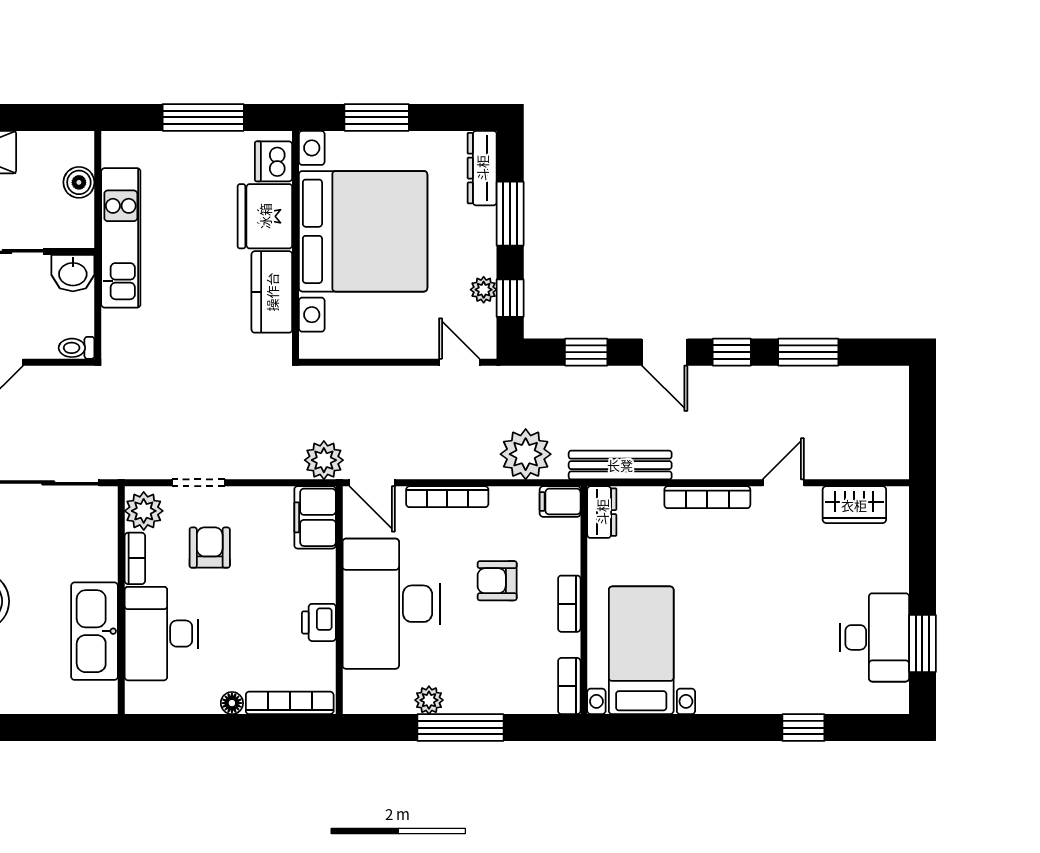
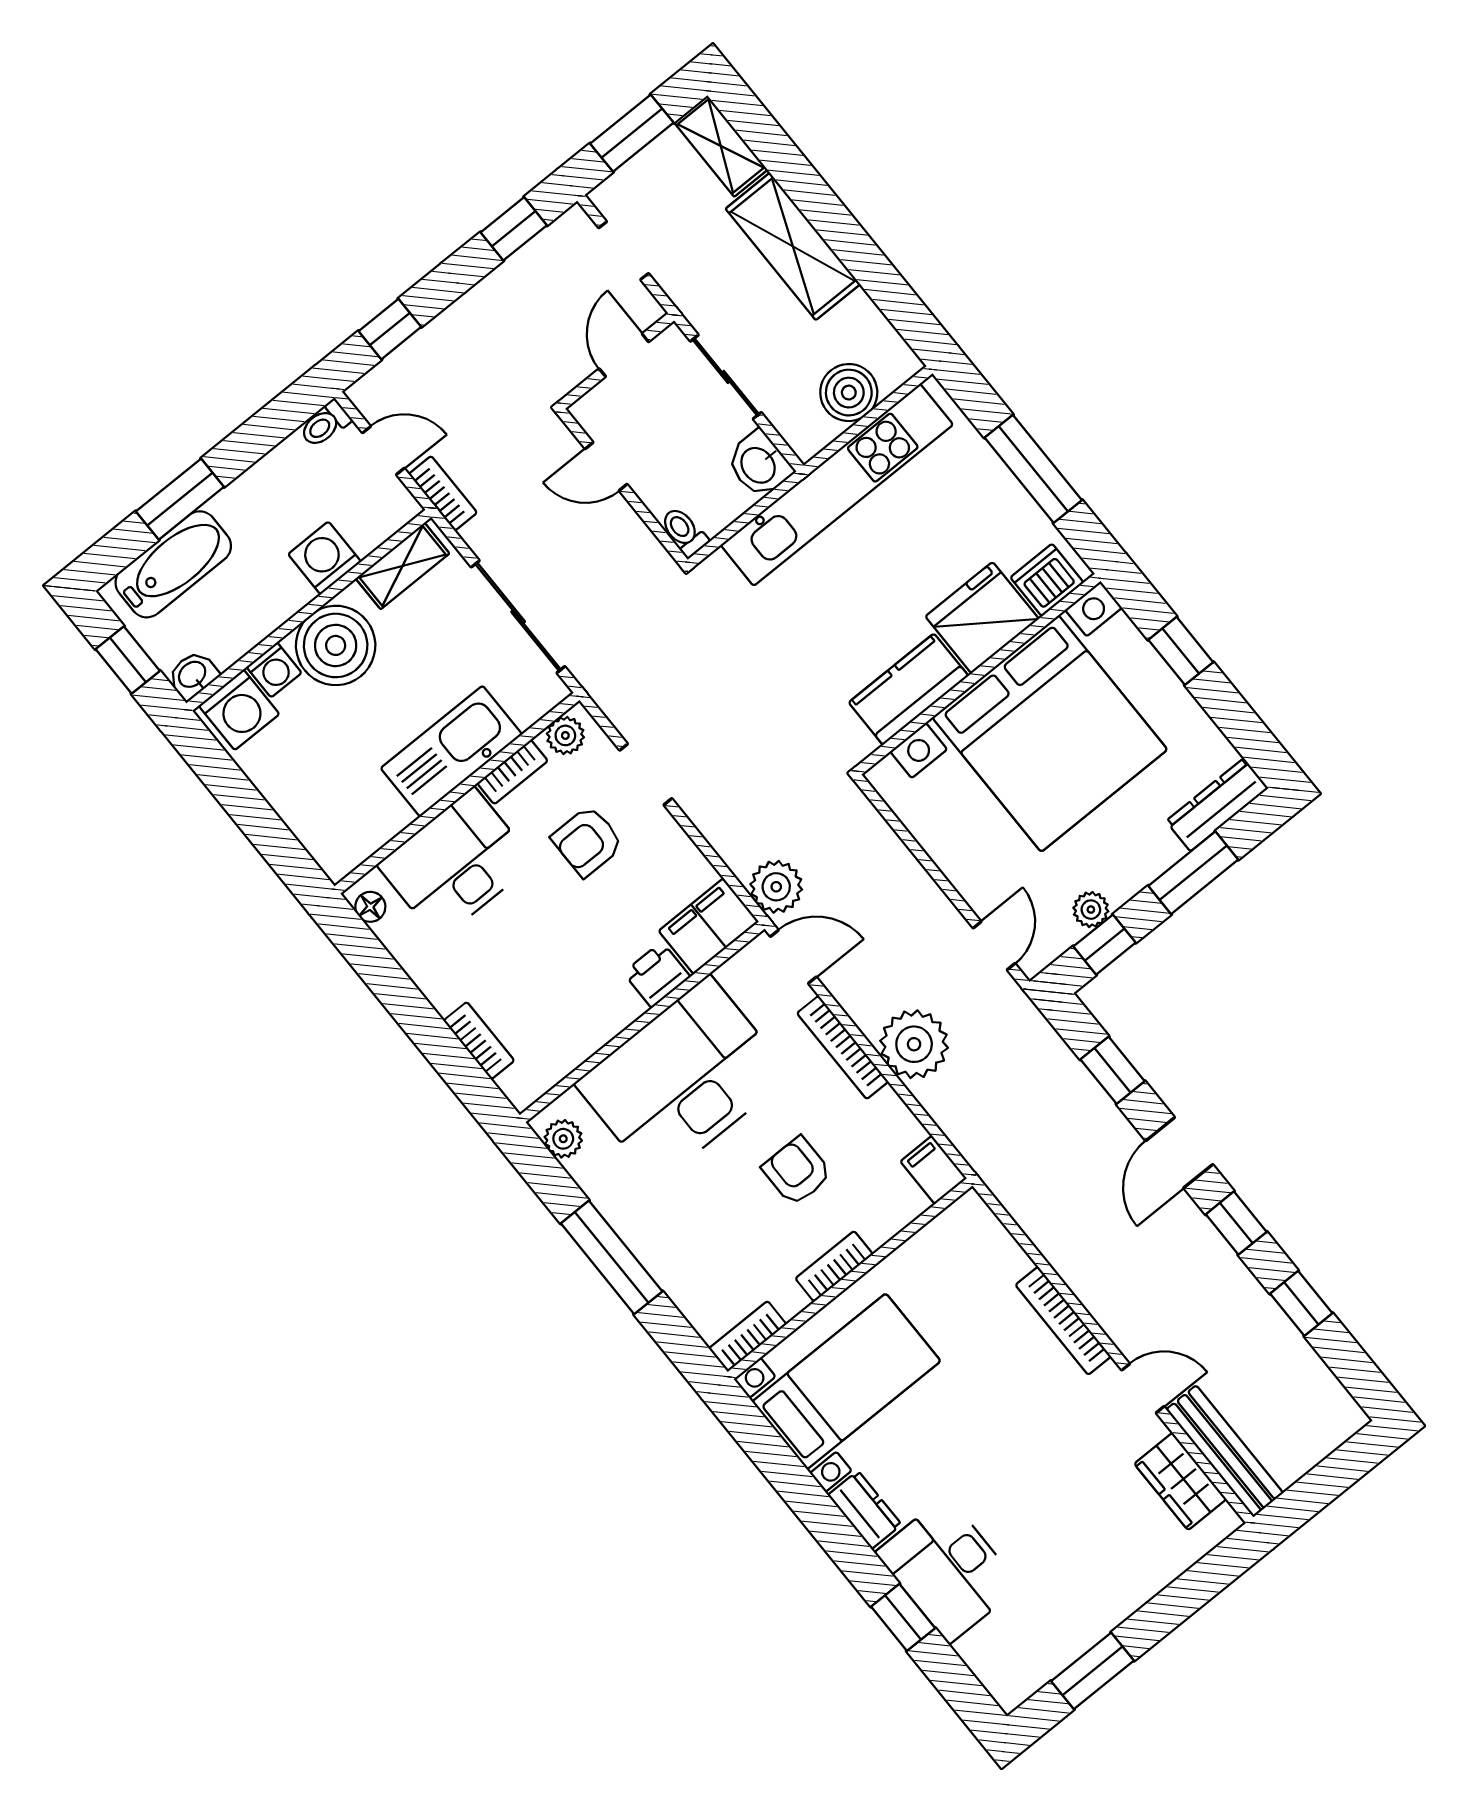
window: (377, 117) -> (1181, 651), width x0.67
boiler: (79, 182) -> (849, 393), width x1.36, depth x1.36
kitchen unit: (121, 238) -> (837, 485), width x1.36
window: (808, 352) -> (1301, 1303), width x0.67
plant: (526, 454) -> (914, 1044), moved
bench: (620, 465) -> (1225, 1451), moved
door: (372, 483) -> (793, 957), swing flipped
plant: (144, 511) -> (565, 735), width x0.73, depth x0.73
dresser: (602, 512) -> (865, 1510), moved, turned -90
armchair: (210, 548) -> (587, 841), turned 180
printer: (319, 622) -> (657, 975), moved
kitchen sink: (95, 631) -> (451, 751), moved
desk: (874, 637) -> (948, 1569), moved, turned 90
plant: (429, 700) -> (563, 1139), moved
floor lamp: (232, 703) -> (370, 907), moved
bookcase: (290, 703) -> (479, 1041), width x0.64

